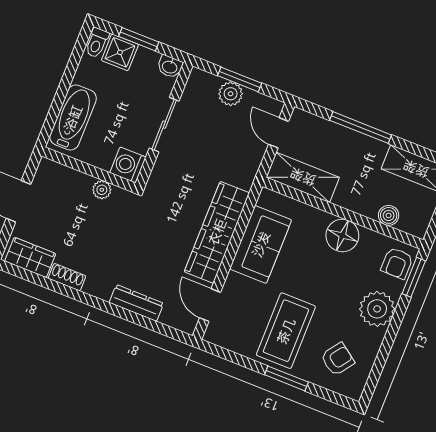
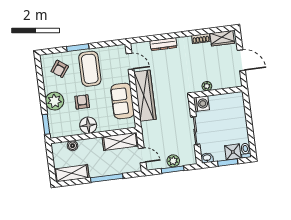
bathtub: (73, 118) -> (238, 111), removed
armchair: (397, 263) -> (82, 102), moved

